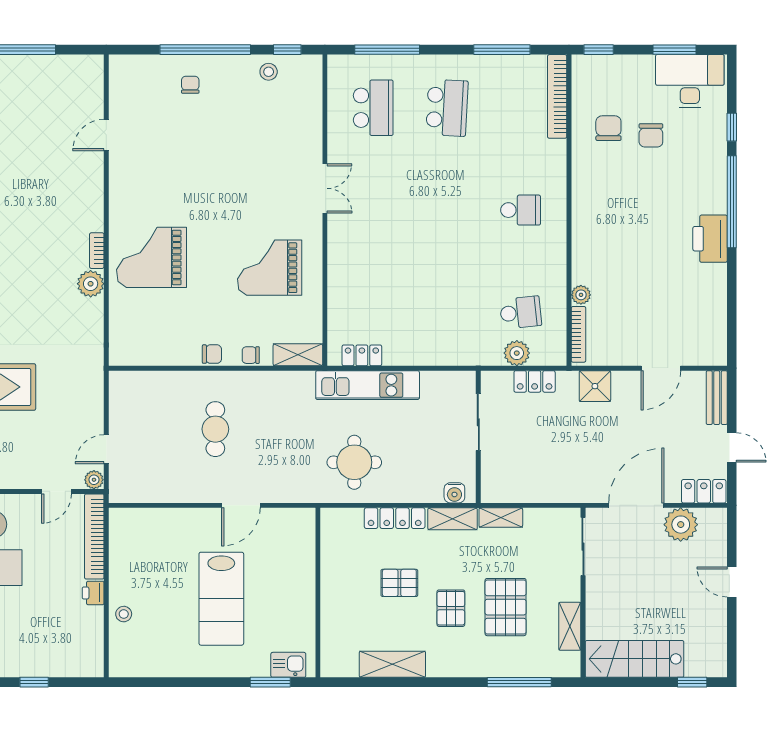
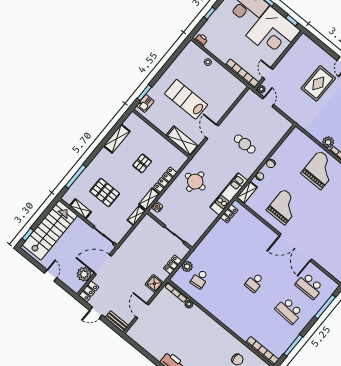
double door: (325, 188) -> (295, 247), width x1.87
school desk: (521, 210) -> (254, 282), moved
kitchen unit: (368, 385) -> (229, 194), moved
door: (636, 505) -> (103, 265), swing flipped
shelving: (301, 545) -> (182, 141), added
door: (732, 582) -> (51, 276), hinge flipped
printer: (93, 593) -> (201, 40), moved
pallet: (451, 608) -> (119, 174), removed
stairs: (635, 659) -> (50, 230), width x1.36, depth x1.51

